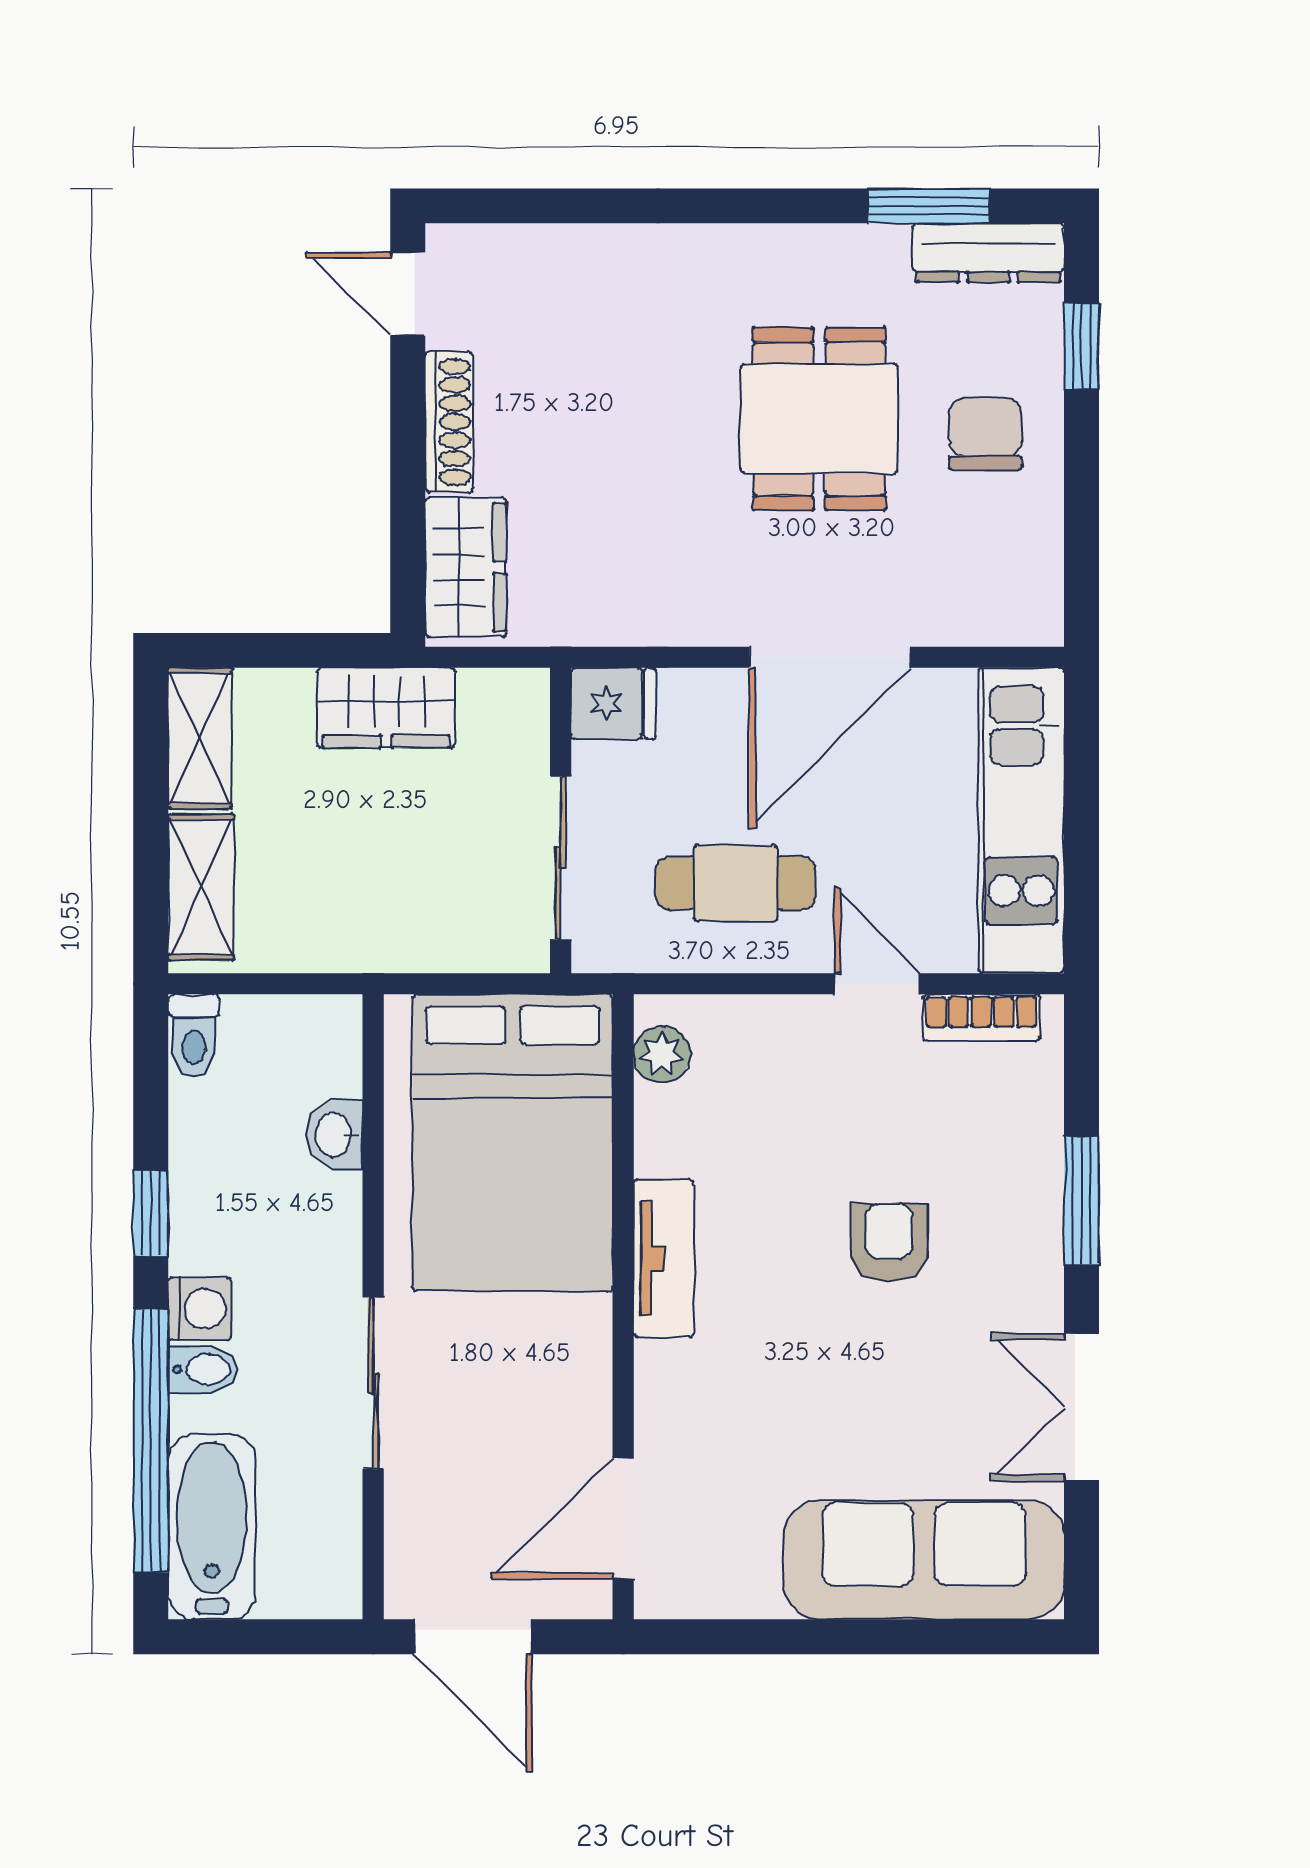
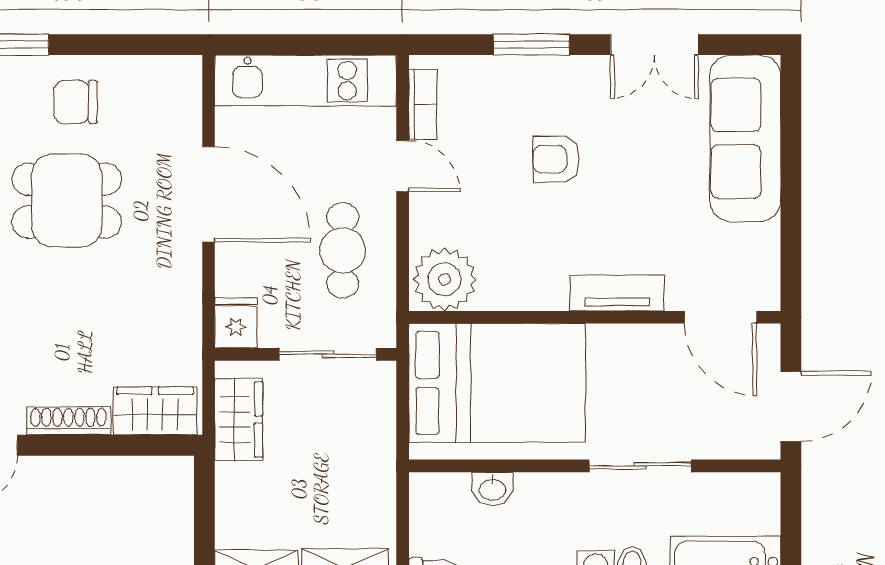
wardrobe: (386, 708) -> (239, 419), moved
door: (877, 984) -> (403, 166), swing flipped
plant: (662, 1054) -> (445, 279), width x1.87, depth x1.87
tv unit: (664, 1258) -> (617, 293), moved

